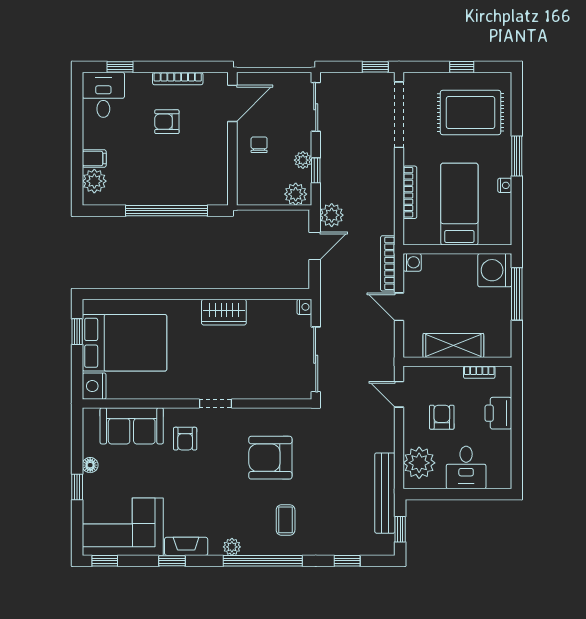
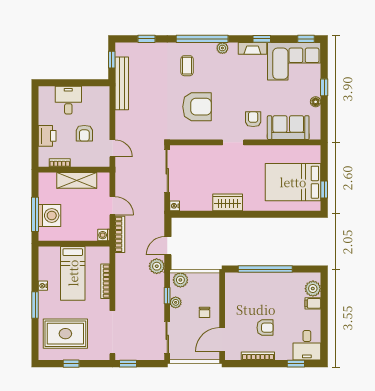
washing machine: (495, 270) -> (49, 215), moved
nightstand: (94, 386) -> (313, 154), removed
plant: (419, 463) -> (99, 103), removed

